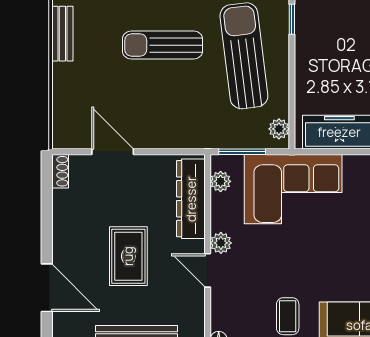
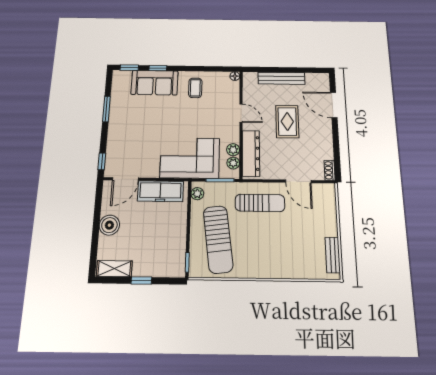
sun lounger: (162, 45) -> (260, 203), moved
plant: (221, 243) -> (233, 150), moved

